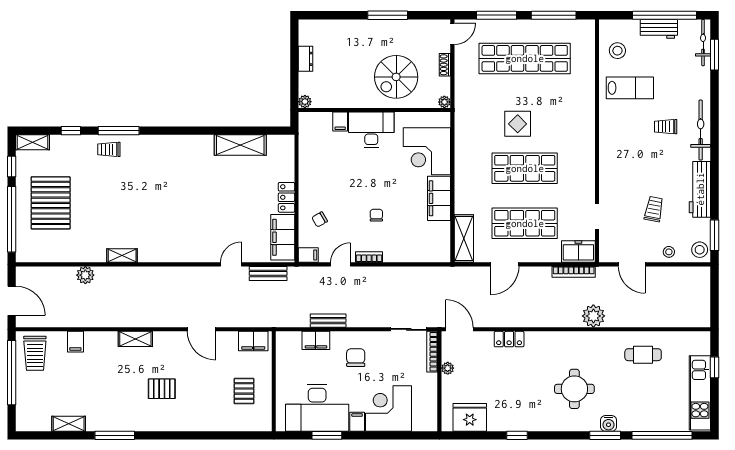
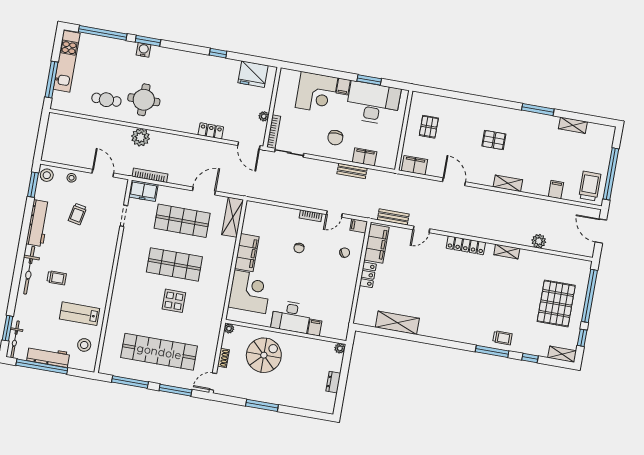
workbench: (659, 29) -> (48, 357), width x1.38
locker: (173, 254) -> (466, 245), added
window: (714, 367) -> (51, 80), width x2.17
round table: (574, 389) -> (144, 100), moved

